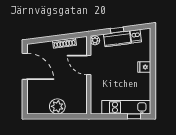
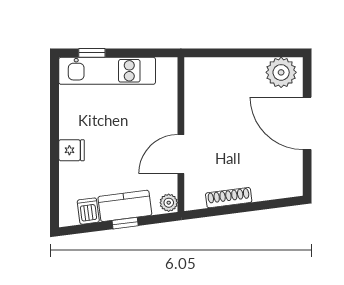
door: (89, 65) -> (181, 154), swing flipped
door: (25, 66) -> (307, 123), moved
plant: (57, 106) -> (281, 72), moved

